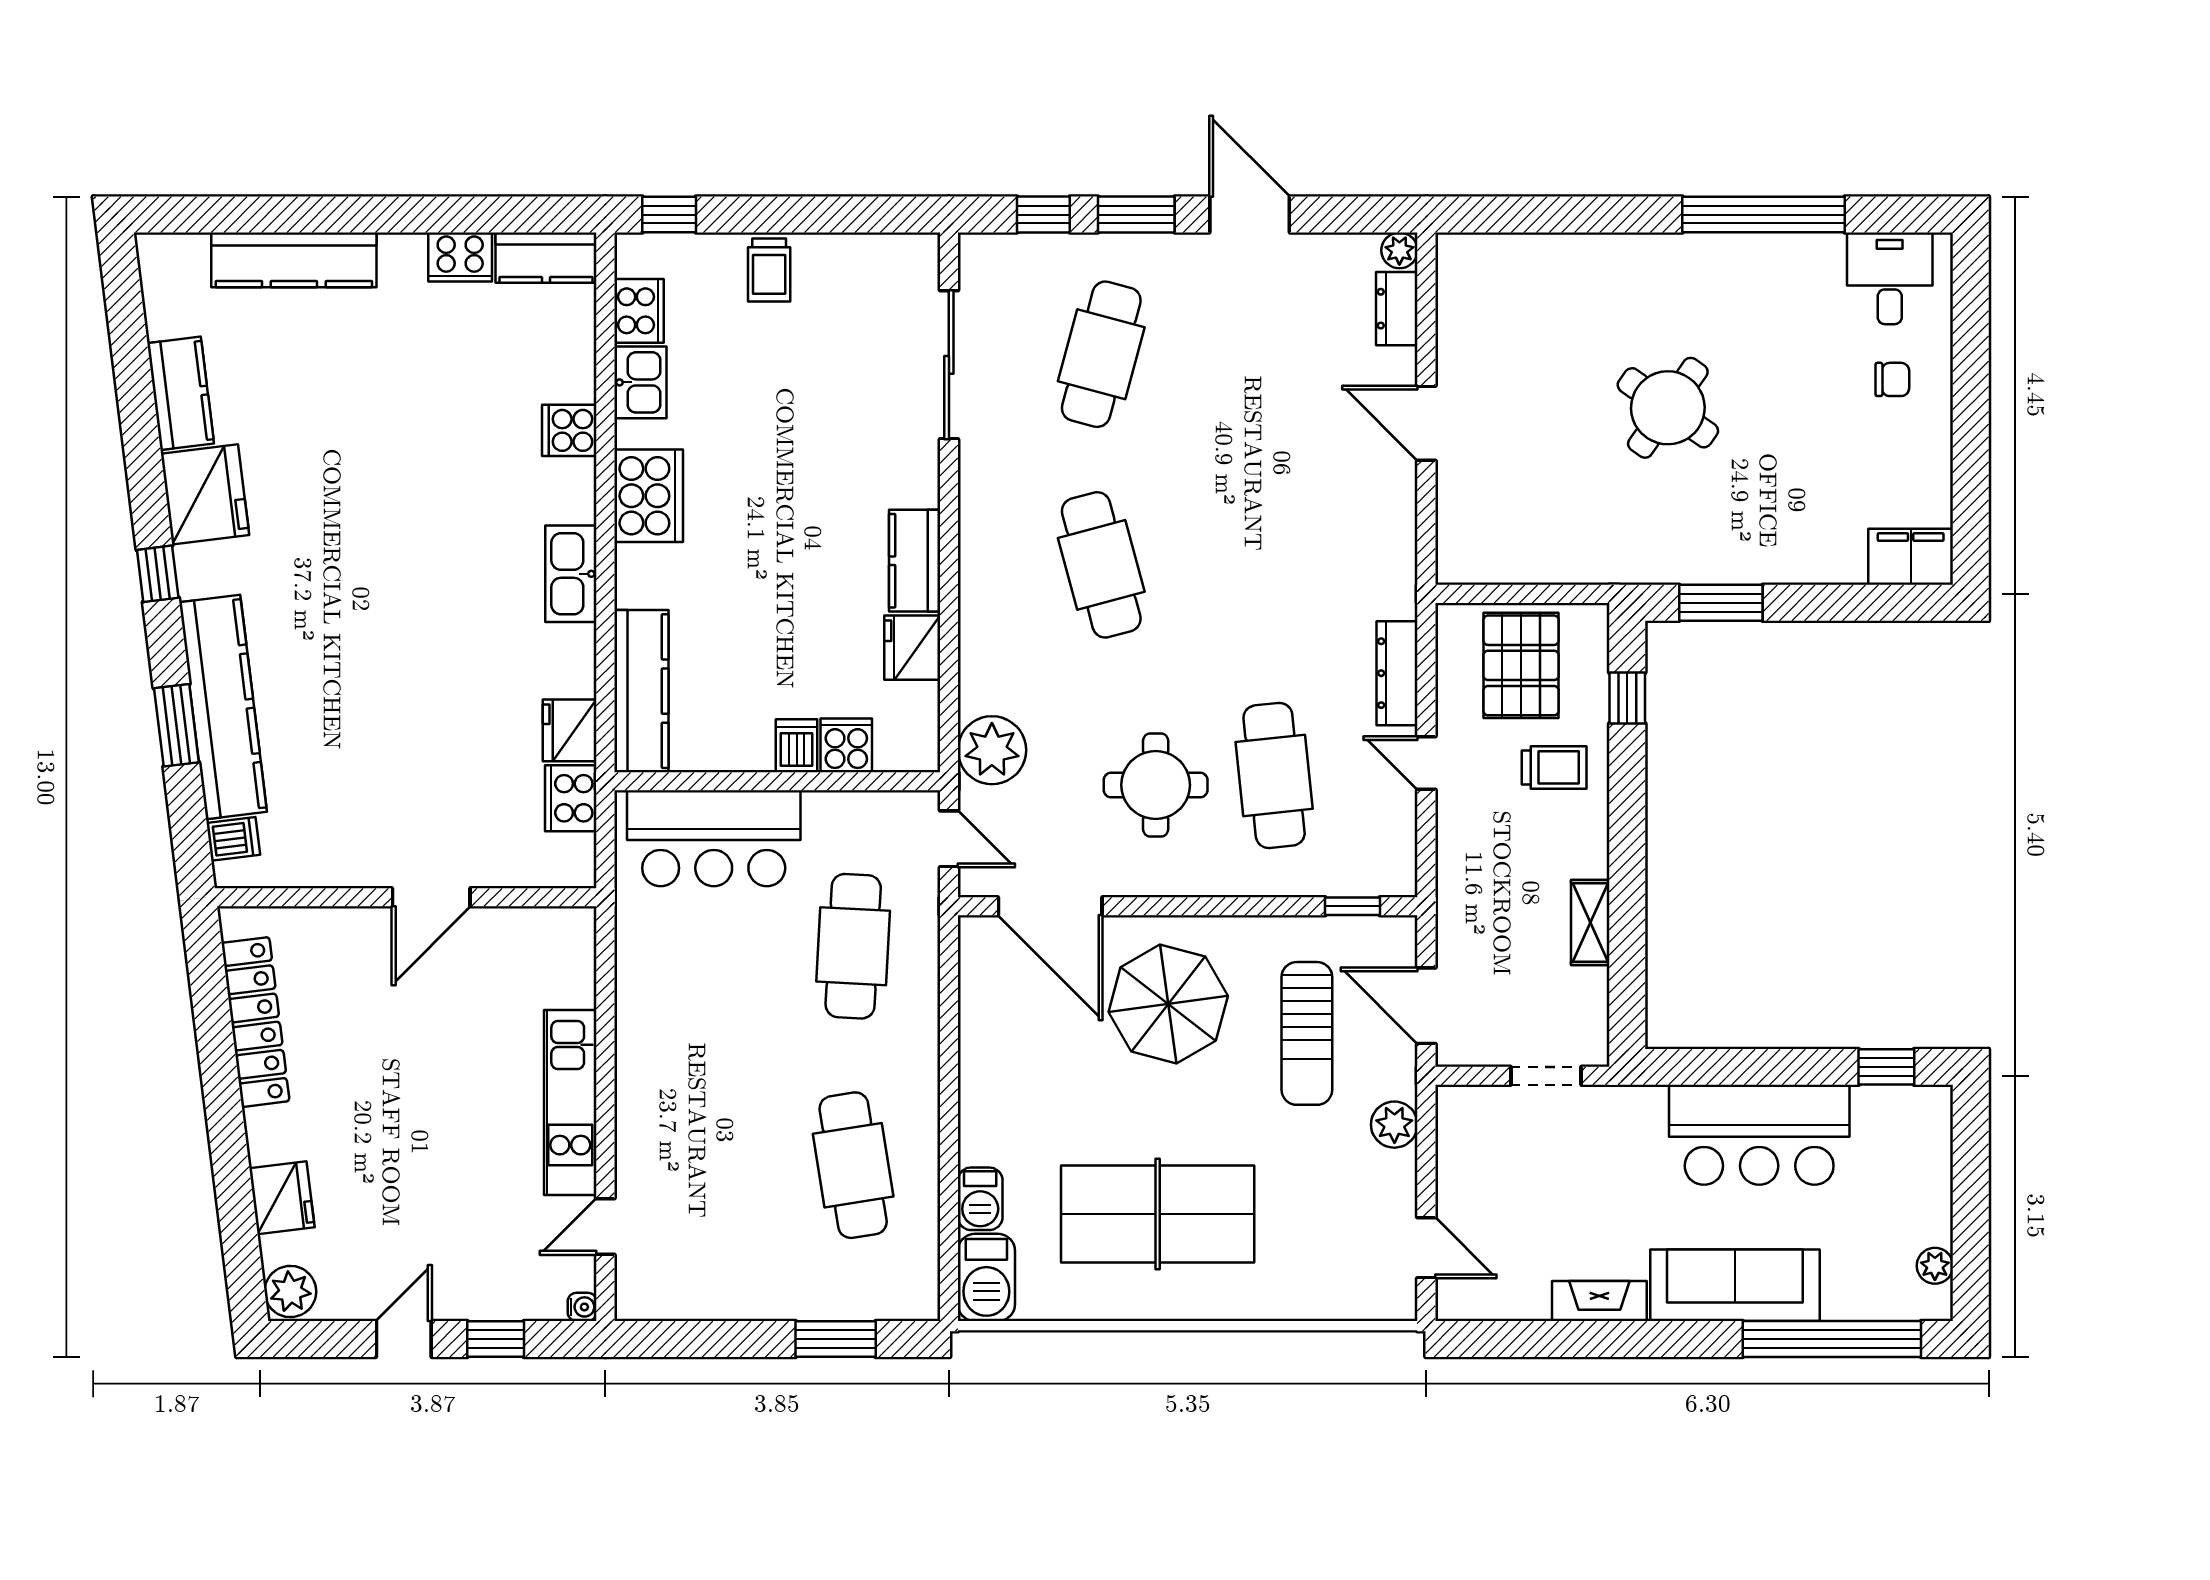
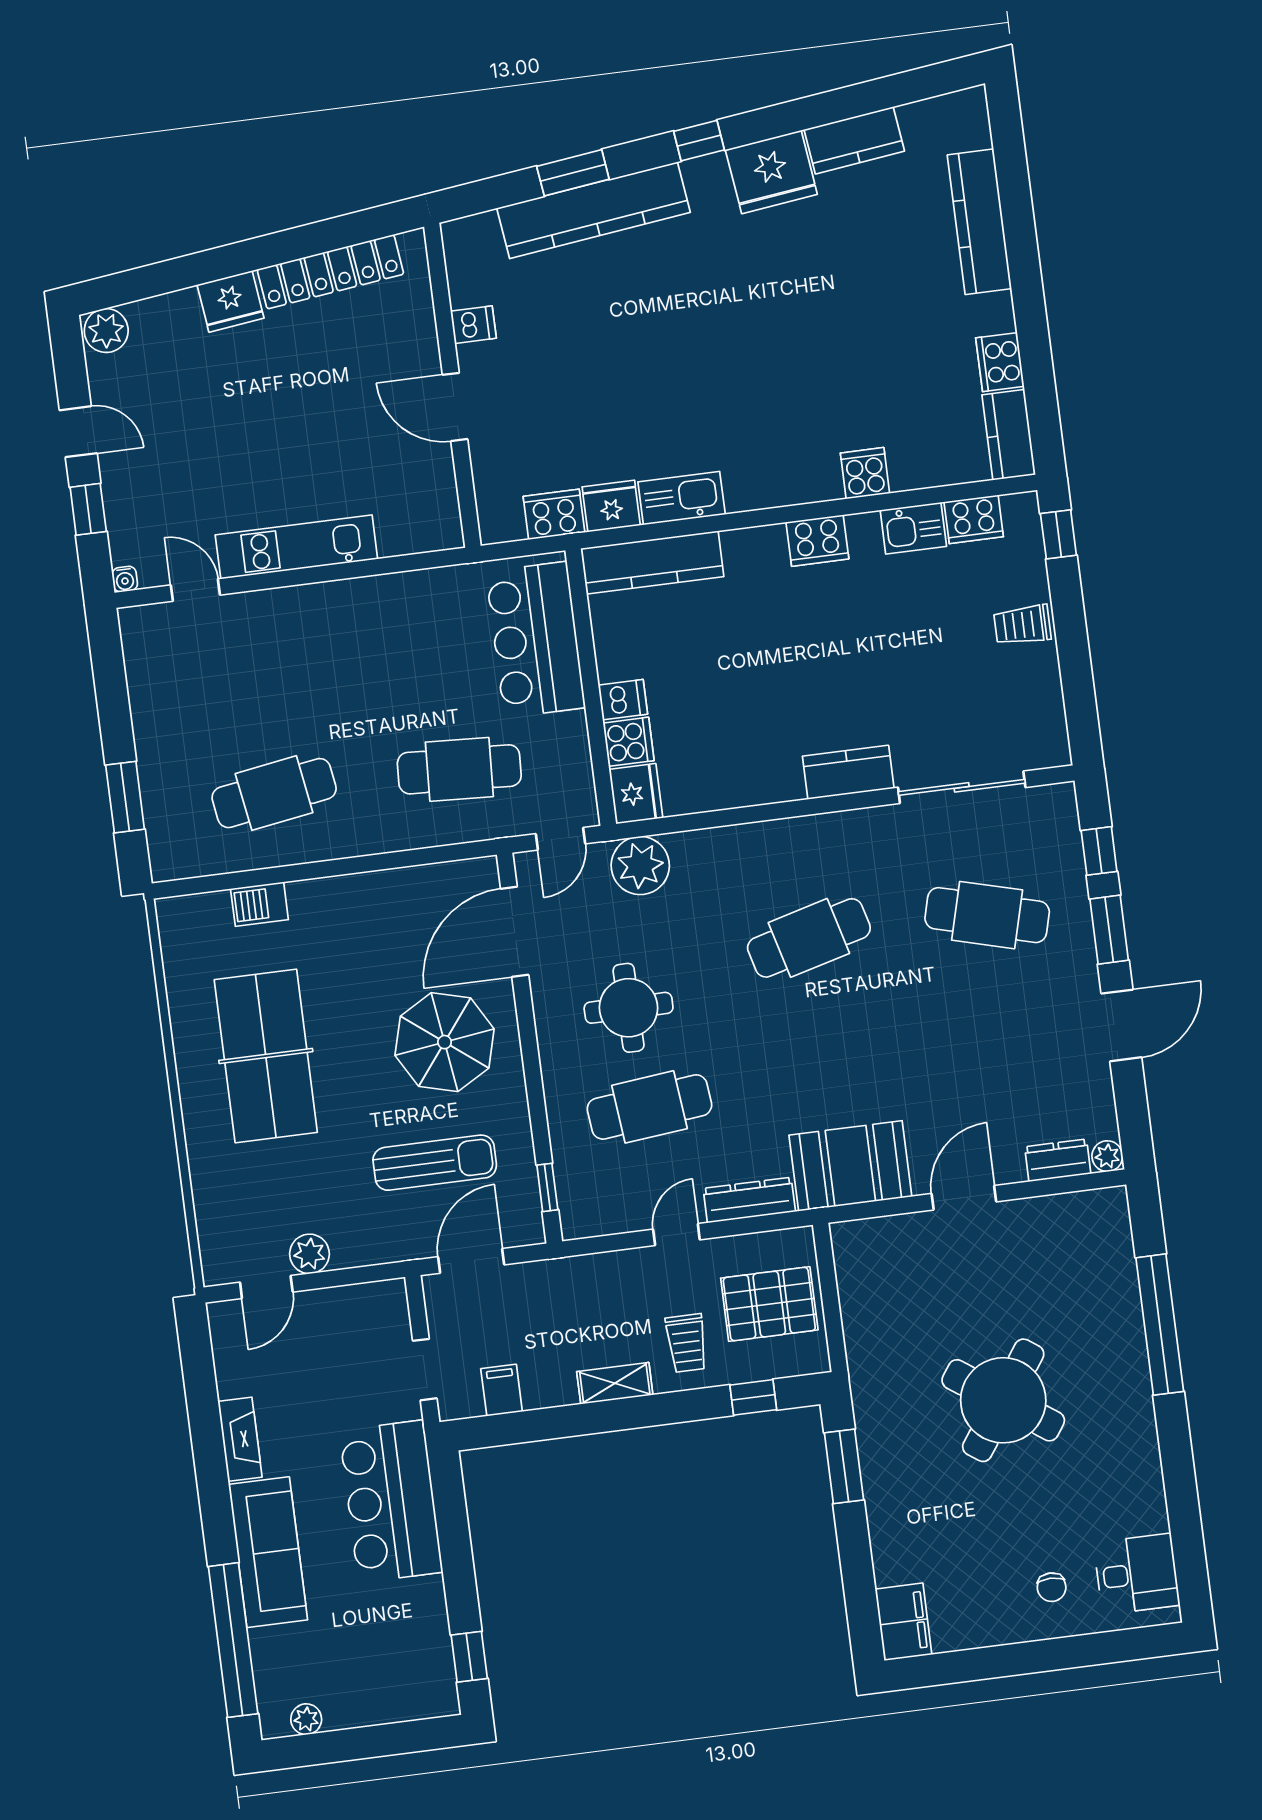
window: (1764, 215) -> (1160, 1325), moved
round table: (1668, 408) -> (1003, 1400), width x1.36, depth x1.36
cooker: (649, 496) -> (817, 540), width x0.73, depth x0.76
booth: (1373, 551) -> (850, 1166), added
kitchen counter: (915, 561) -> (848, 772), moved
kitchen sink: (571, 574) -> (682, 498), moved
fridge: (912, 648) -> (636, 794), moved, turned 90
dishwasher: (233, 839) -> (473, 325), moved, turned -83
shelving: (1590, 922) -> (615, 1383), moved
filing cabinet: (1581, 990) -> (502, 1390), added
sun lounger: (1307, 1033) -> (435, 1163), turned 180
plant: (1394, 1125) -> (309, 1254), moved
bar counter: (1759, 1135) -> (391, 1501), moved
fridge: (282, 1198) -> (230, 301), moved
barbecue: (986, 1277) -> (193, 918), removed

